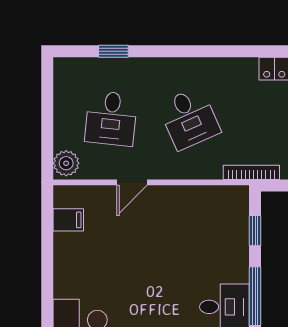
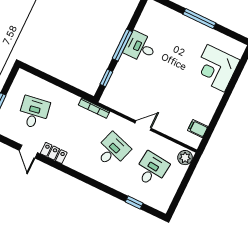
desk: (189, 118) -> (112, 150), turned 42
door: (132, 182) -> (143, 126), moved

